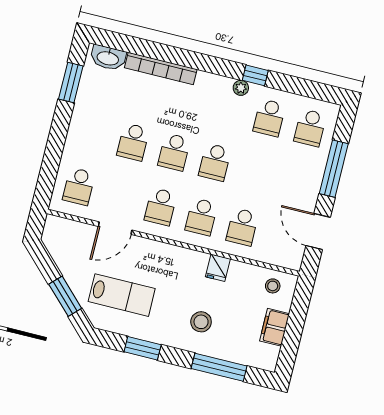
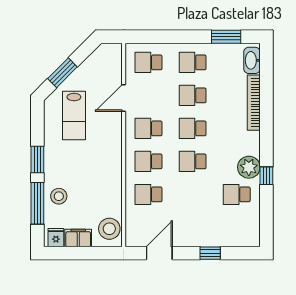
plant: (241, 88) -> (249, 167), width x1.87, depth x1.87
school desk: (310, 128) -> (193, 62), moved
window: (334, 169) -> (210, 253), width x0.46
door: (115, 228) -> (124, 98), hinge flipped
fridge: (218, 268) -> (56, 238), moved, turned 90
stool: (273, 286) -> (109, 229), width x1.89, depth x1.89
stool: (201, 322) -> (59, 196), moved
window: (143, 348) -> (37, 160), moved

